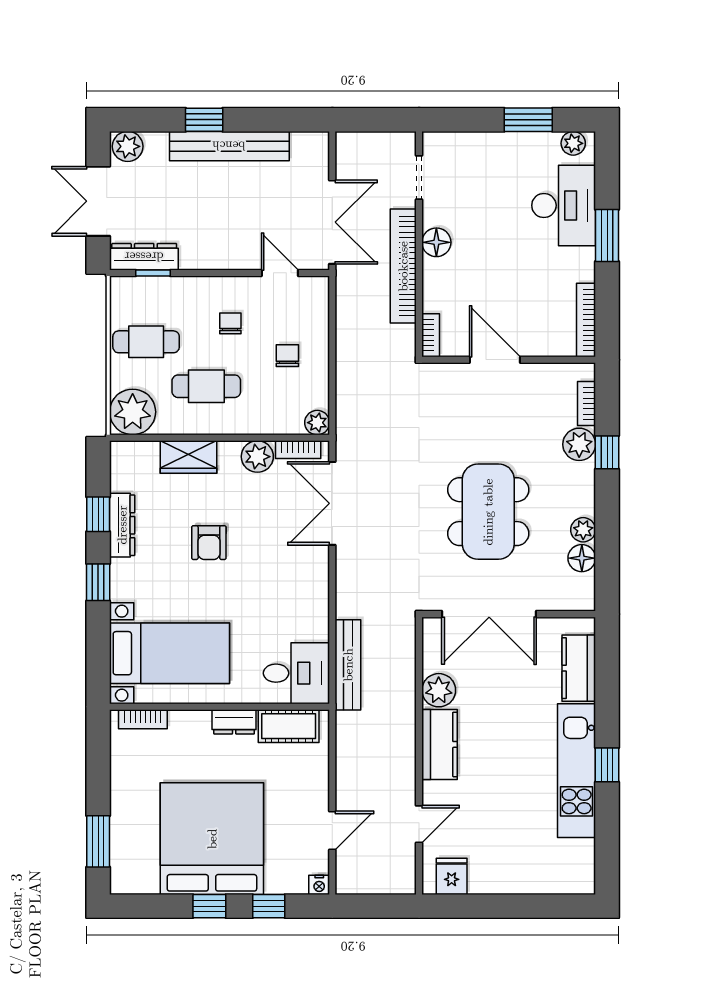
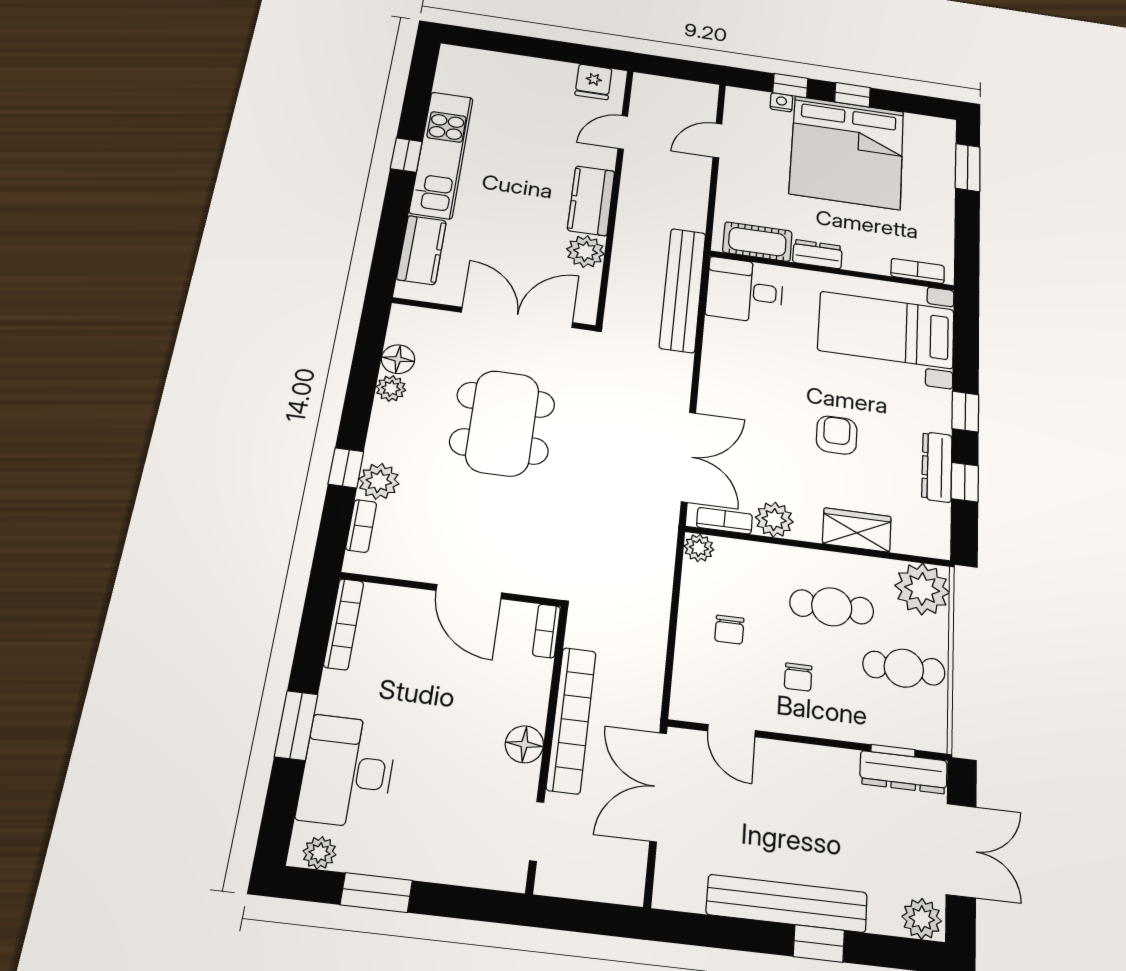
bench: (348, 665) -> (683, 290), width x1.37, depth x1.21
nightstand: (319, 885) -> (781, 102), moved

